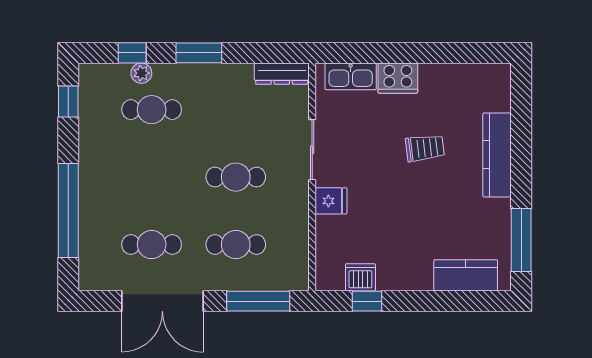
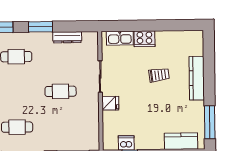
plant: (141, 73) -> (11, 38), removed
dresser: (282, 74) -> (67, 37), moved
cafe table: (236, 245) -> (61, 127), removed

